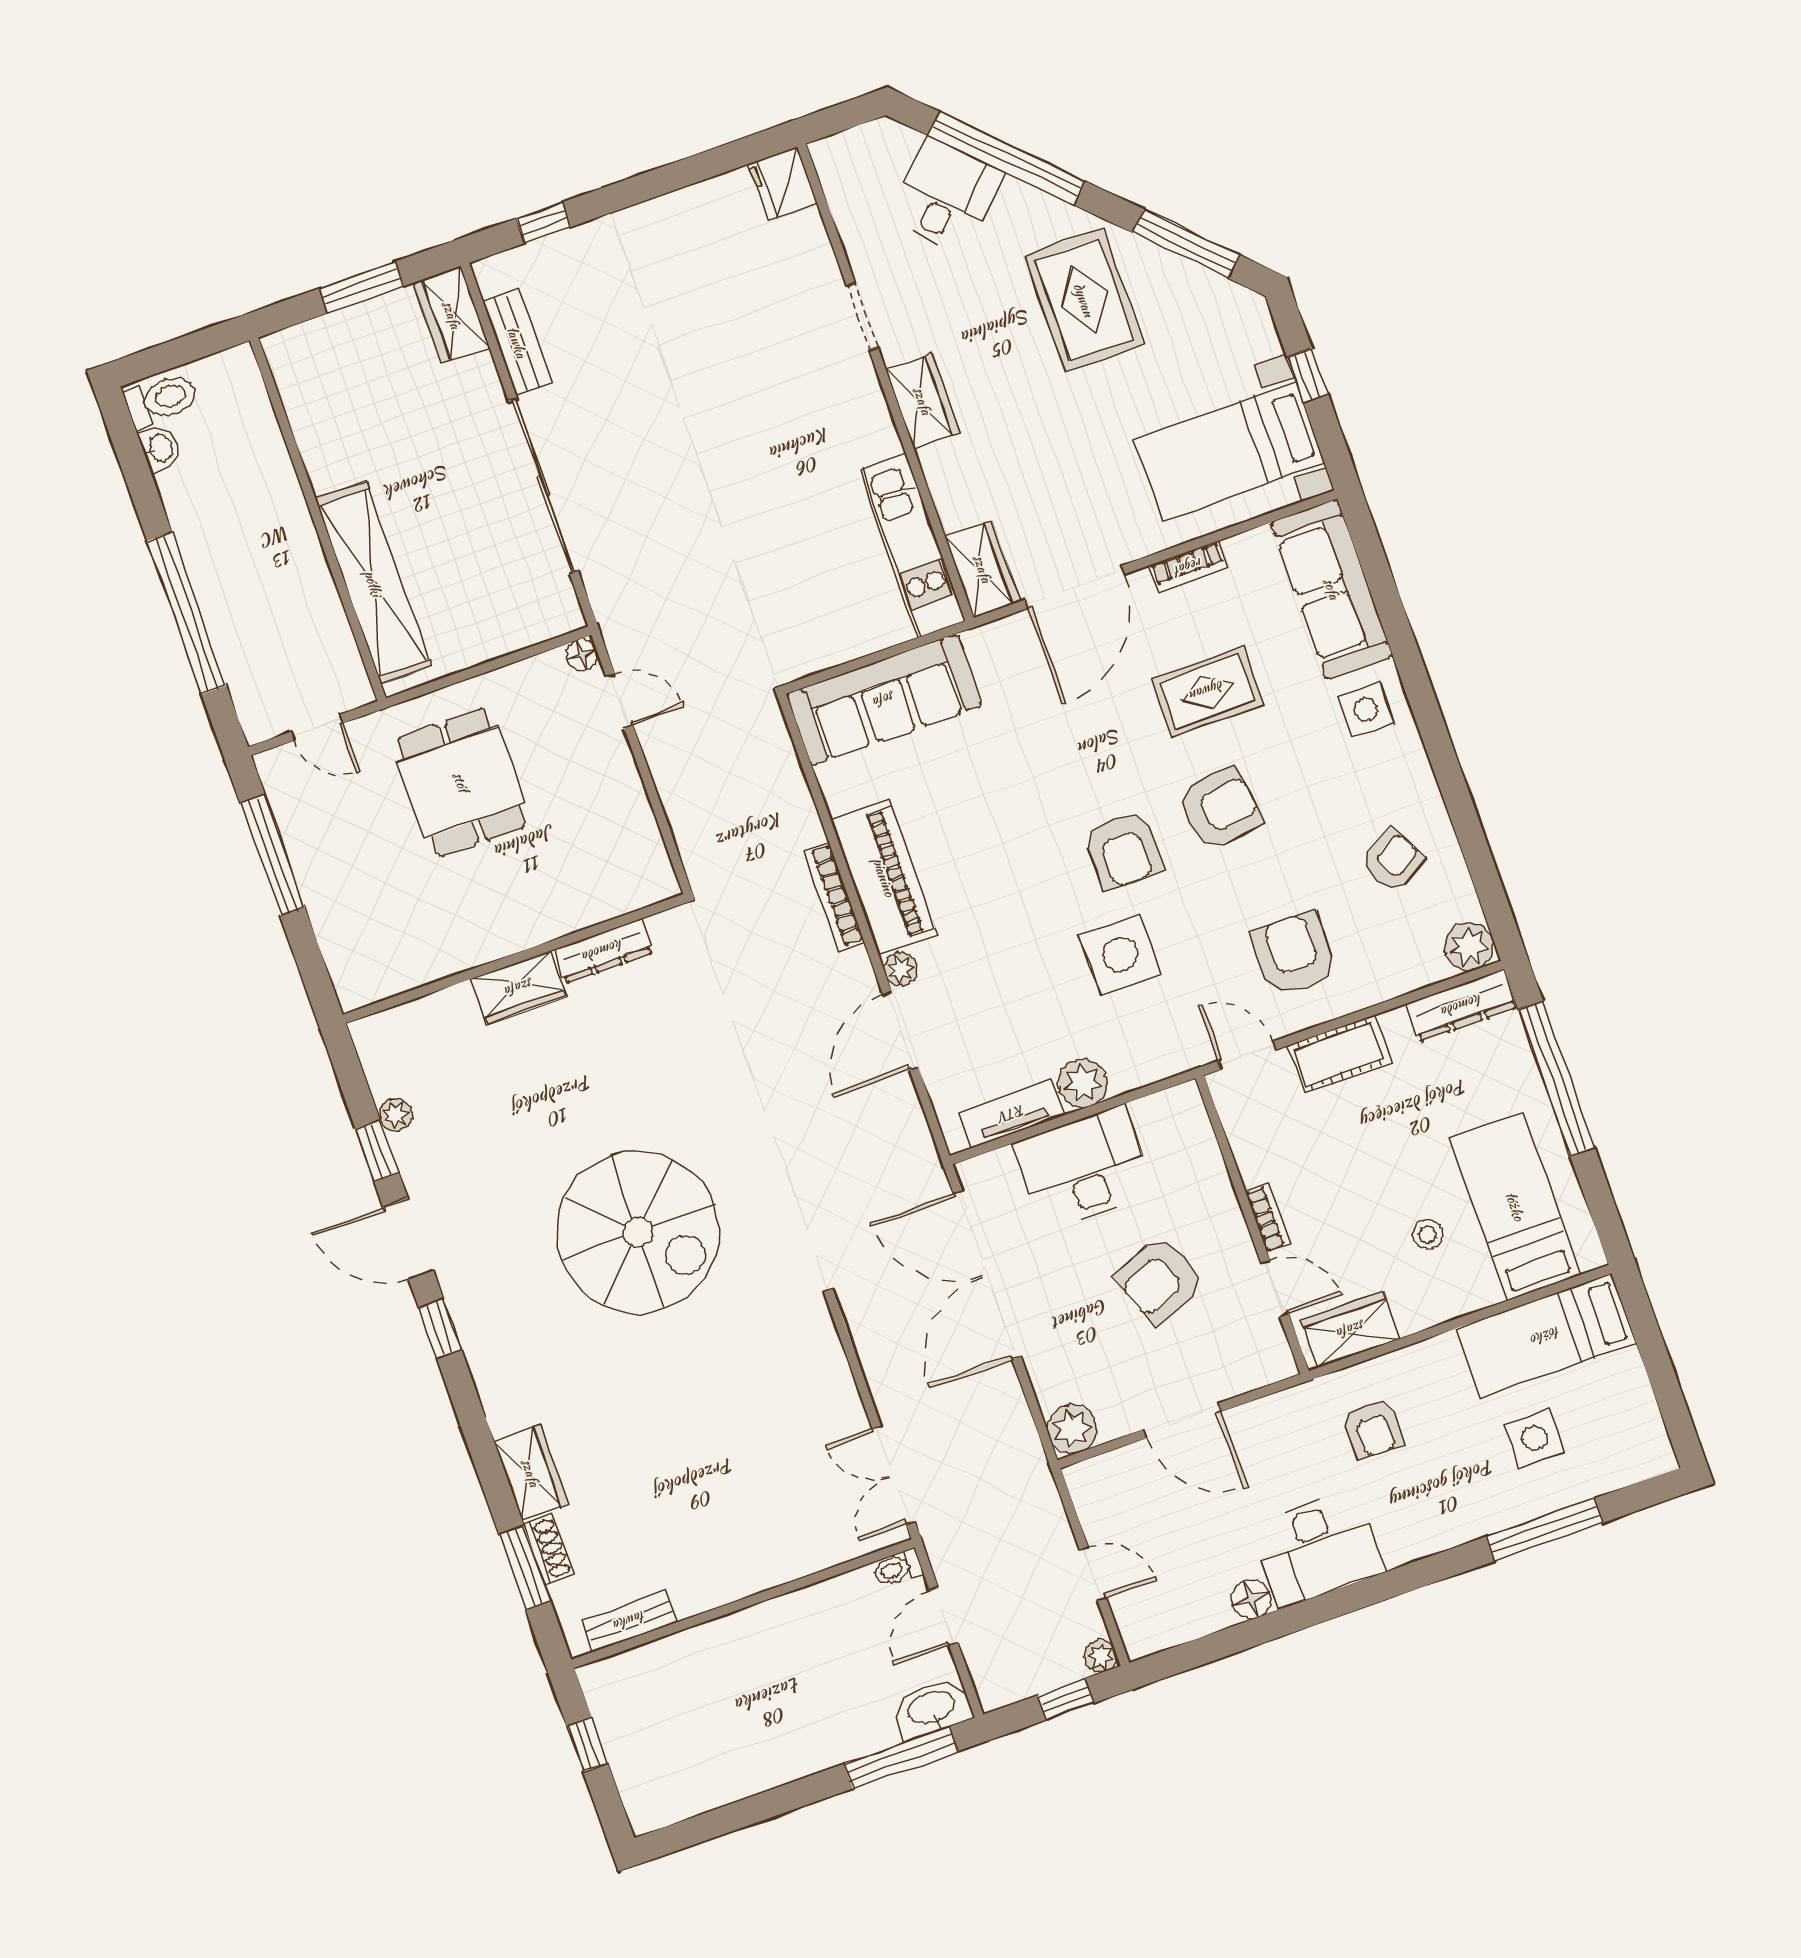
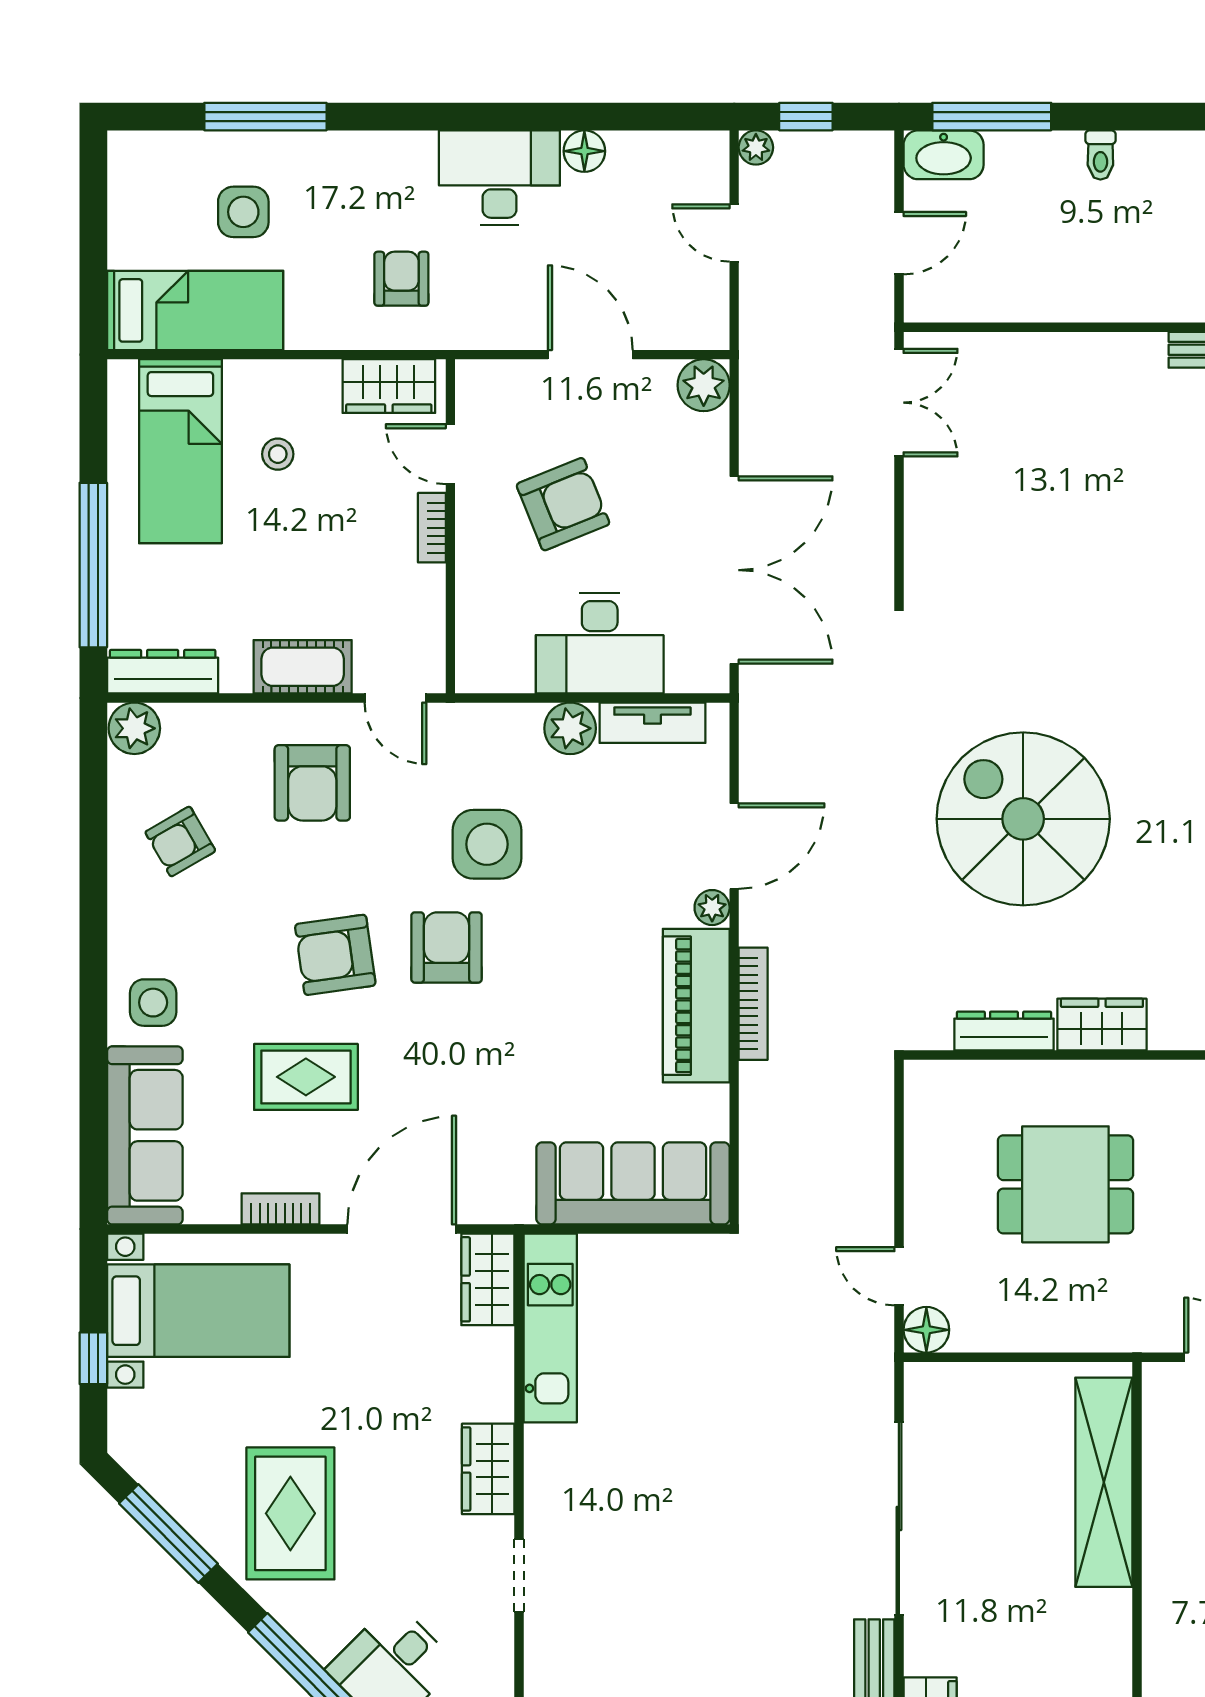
floor lamp: (582, 655) -> (926, 1330), width x1.37, depth x1.37
dining table: (461, 782) -> (1065, 1184), moved, turned 90
spiral stairs: (638, 1232) -> (1023, 819), moved
toilet: (898, 1568) -> (1100, 155), moved, turned 90

